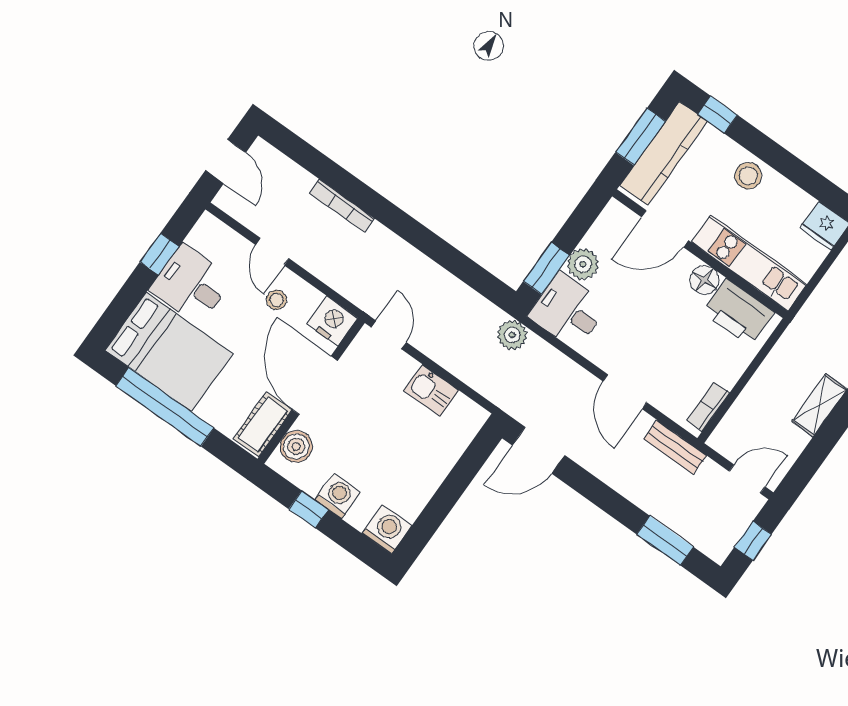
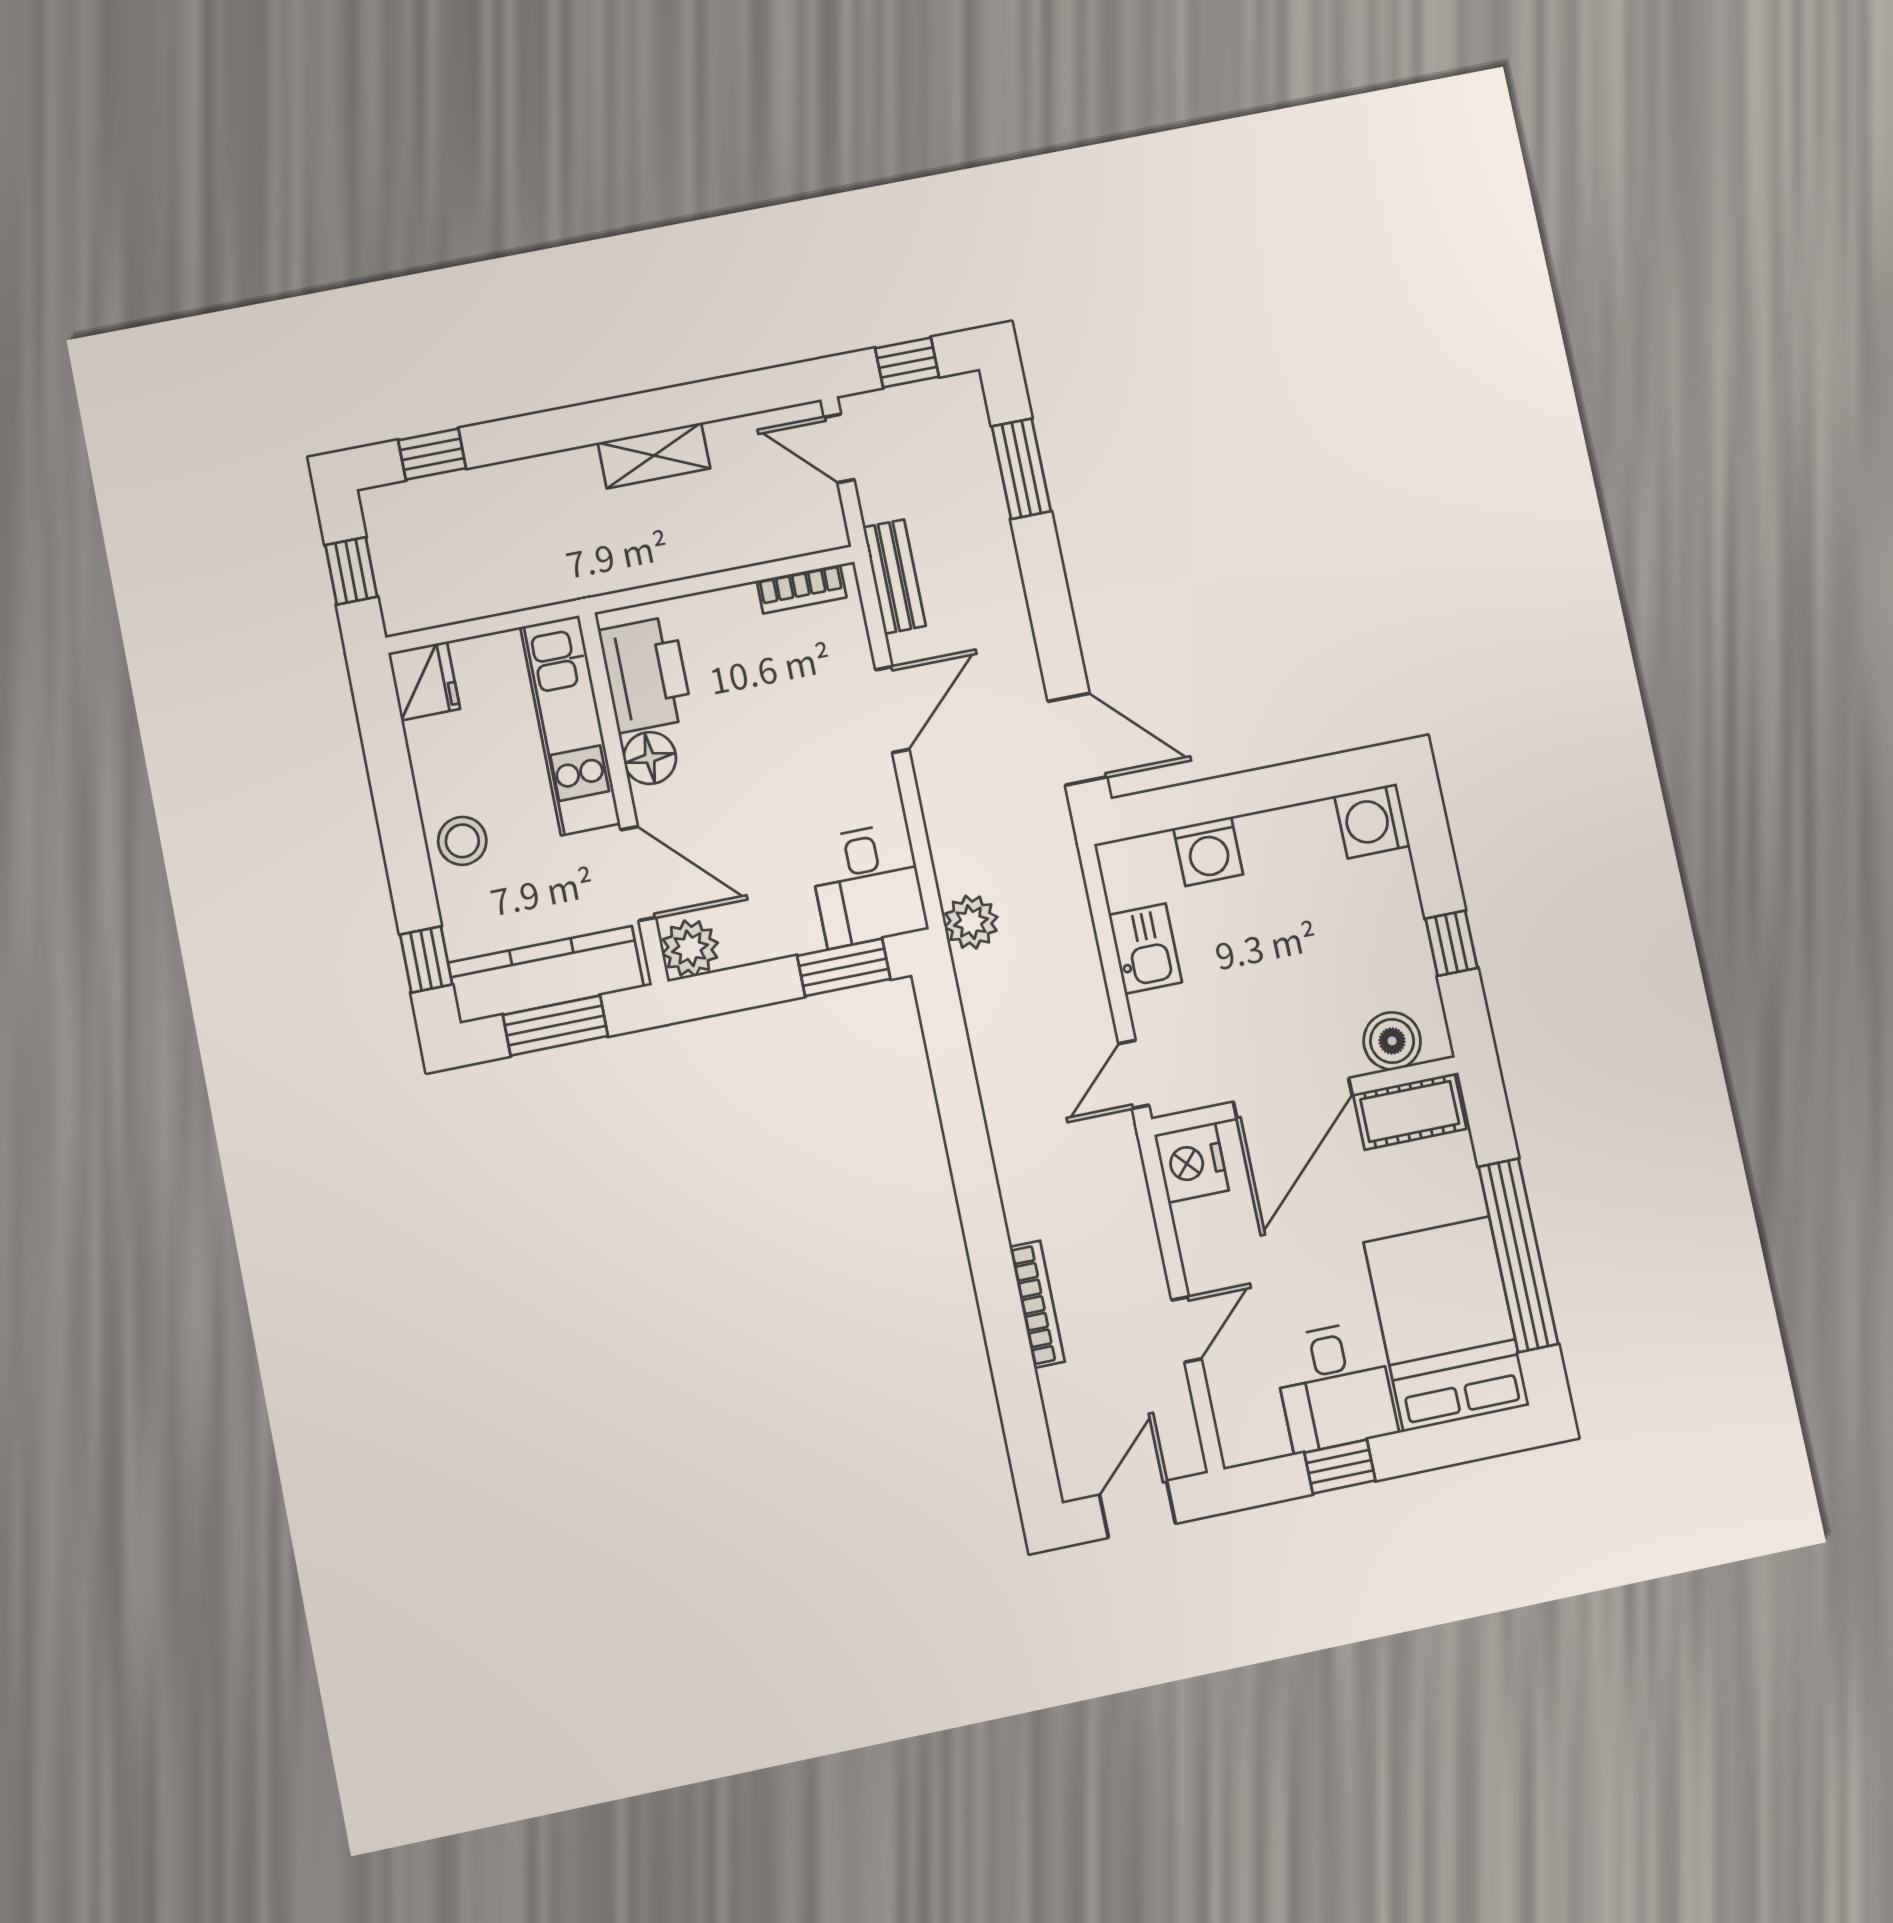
plant: (583, 264) -> (690, 948), moved
stool: (277, 300) -> (1240, 1260), removed
washing machine: (338, 496) -> (1208, 851), moved, turned -90

